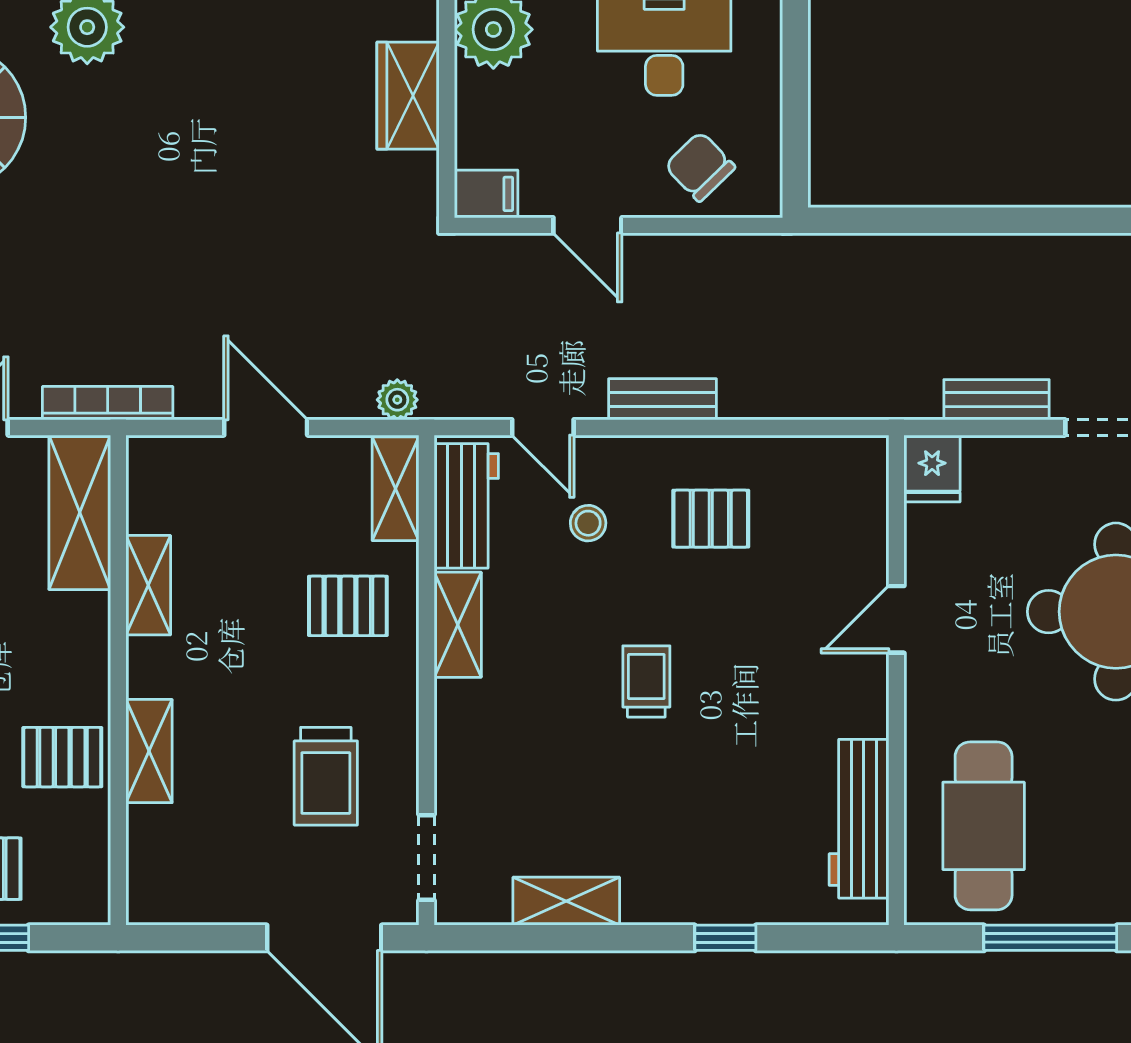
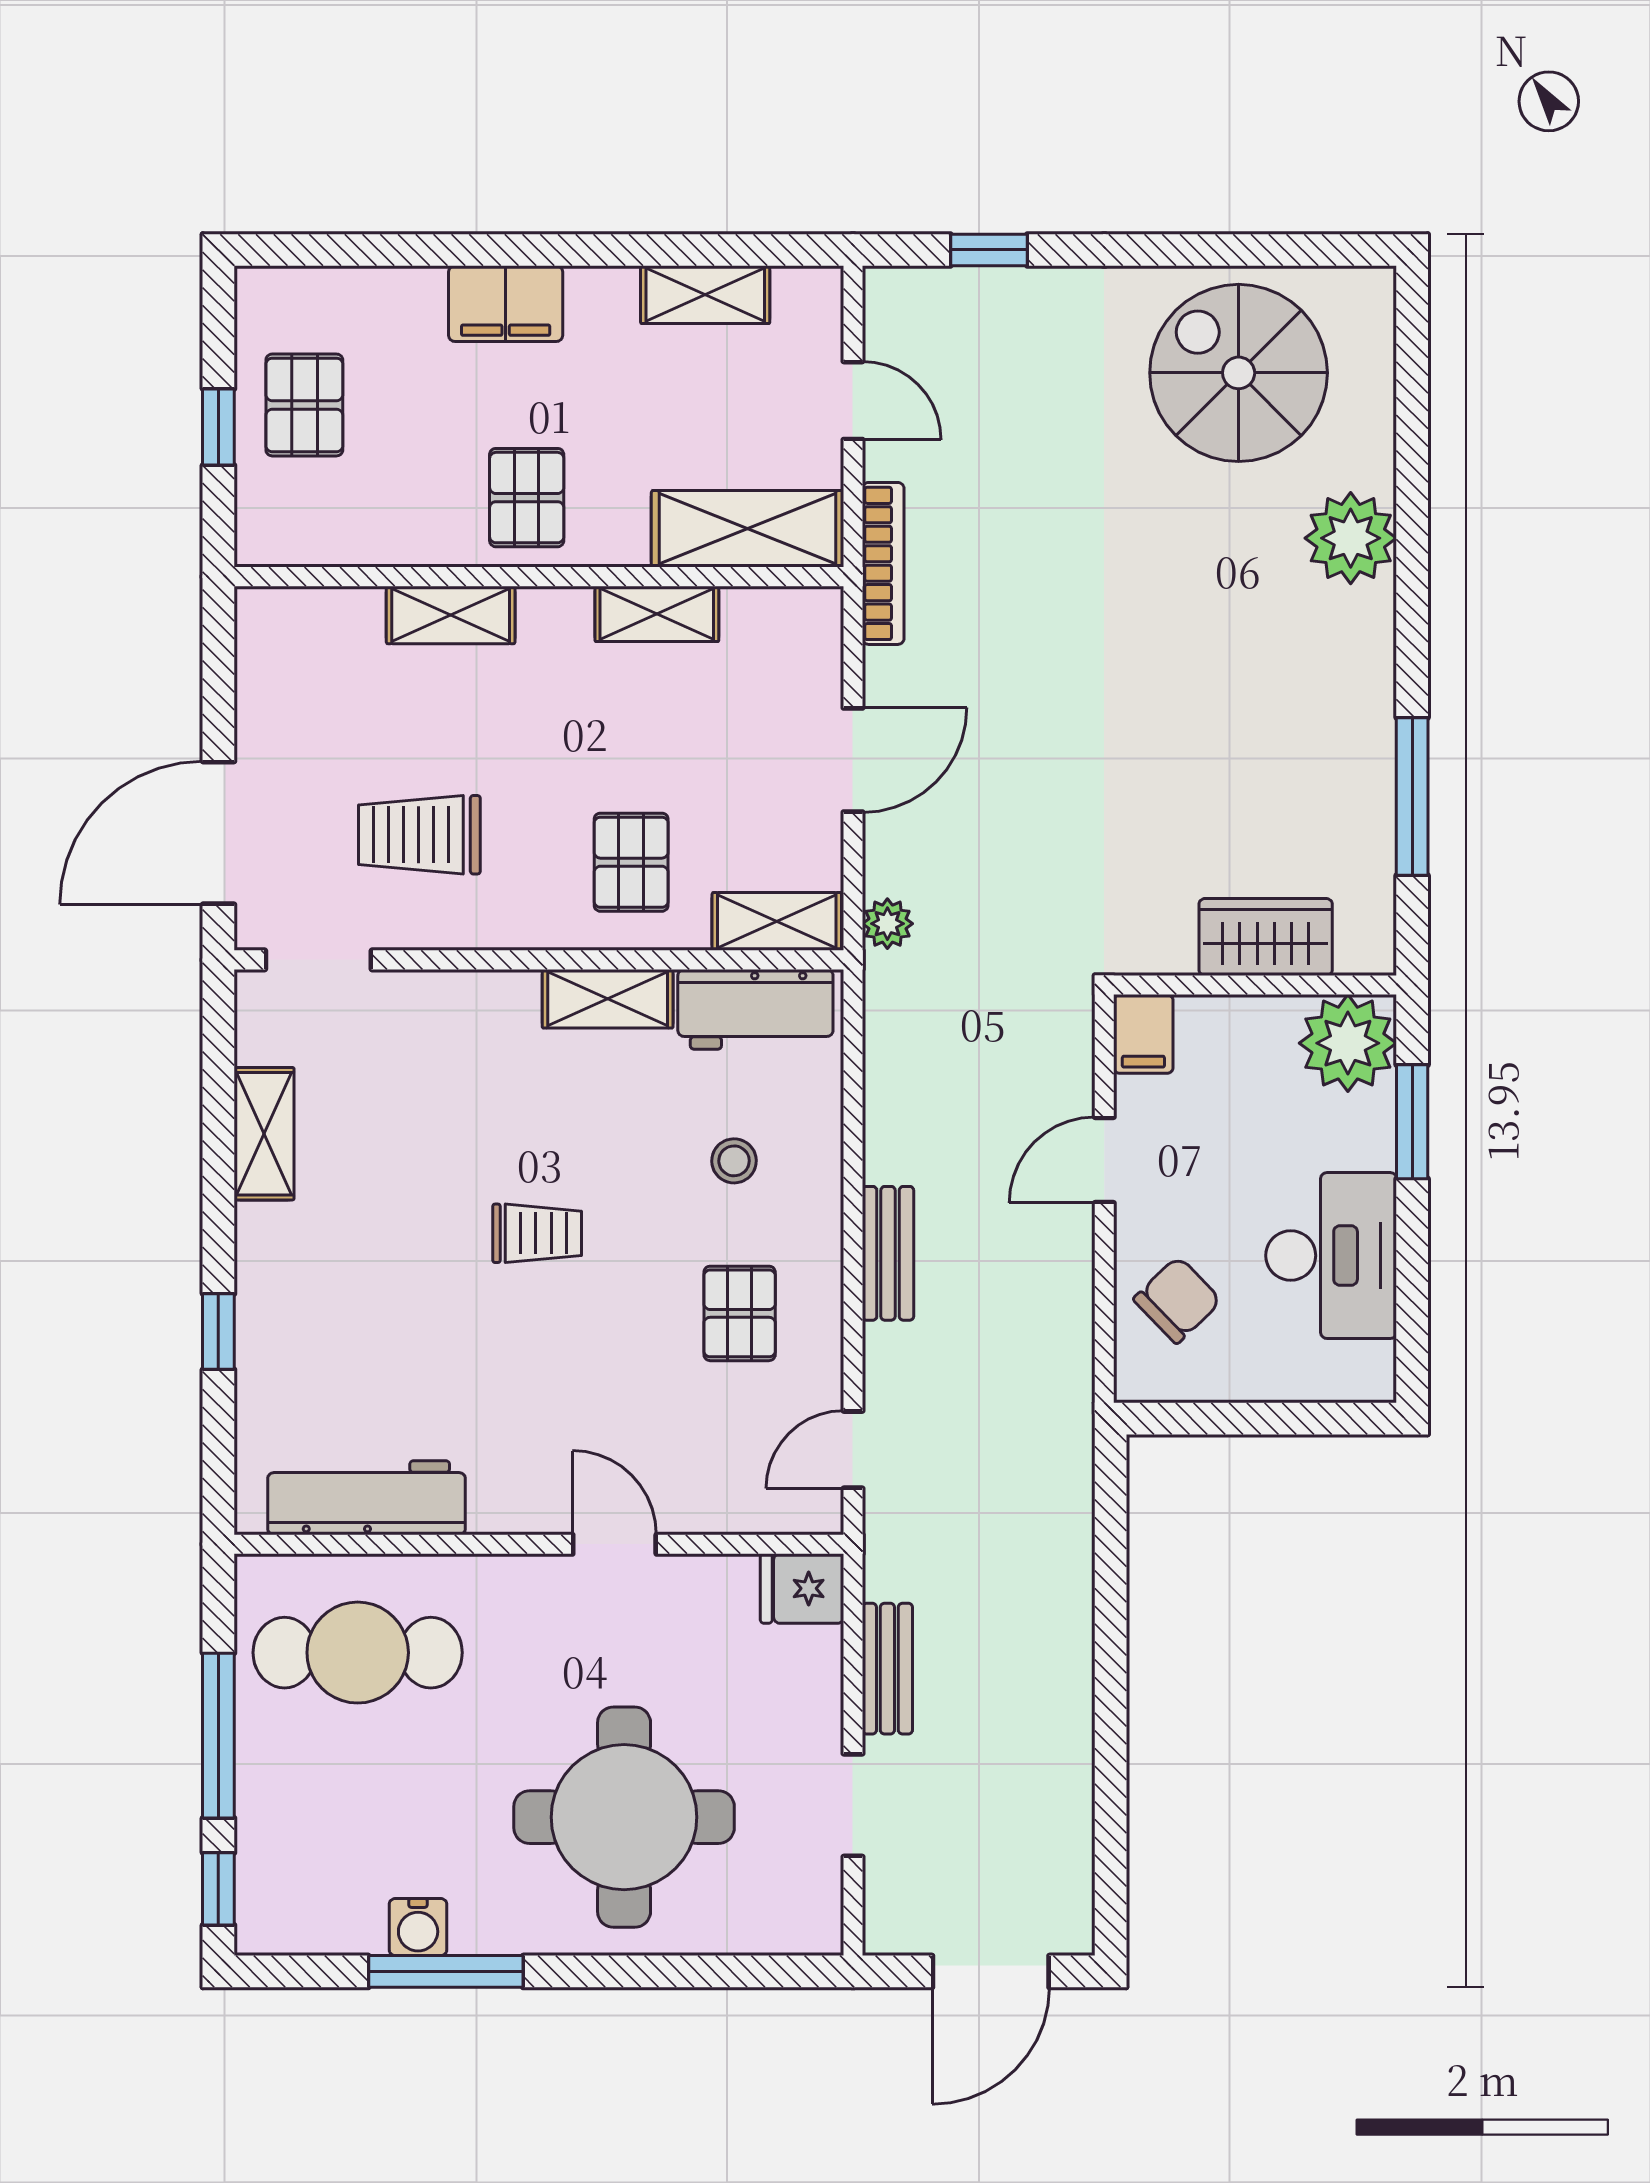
door: (543, 427) -> (853, 1450), moved
pallet: (62, 757) -> (527, 498), moved

